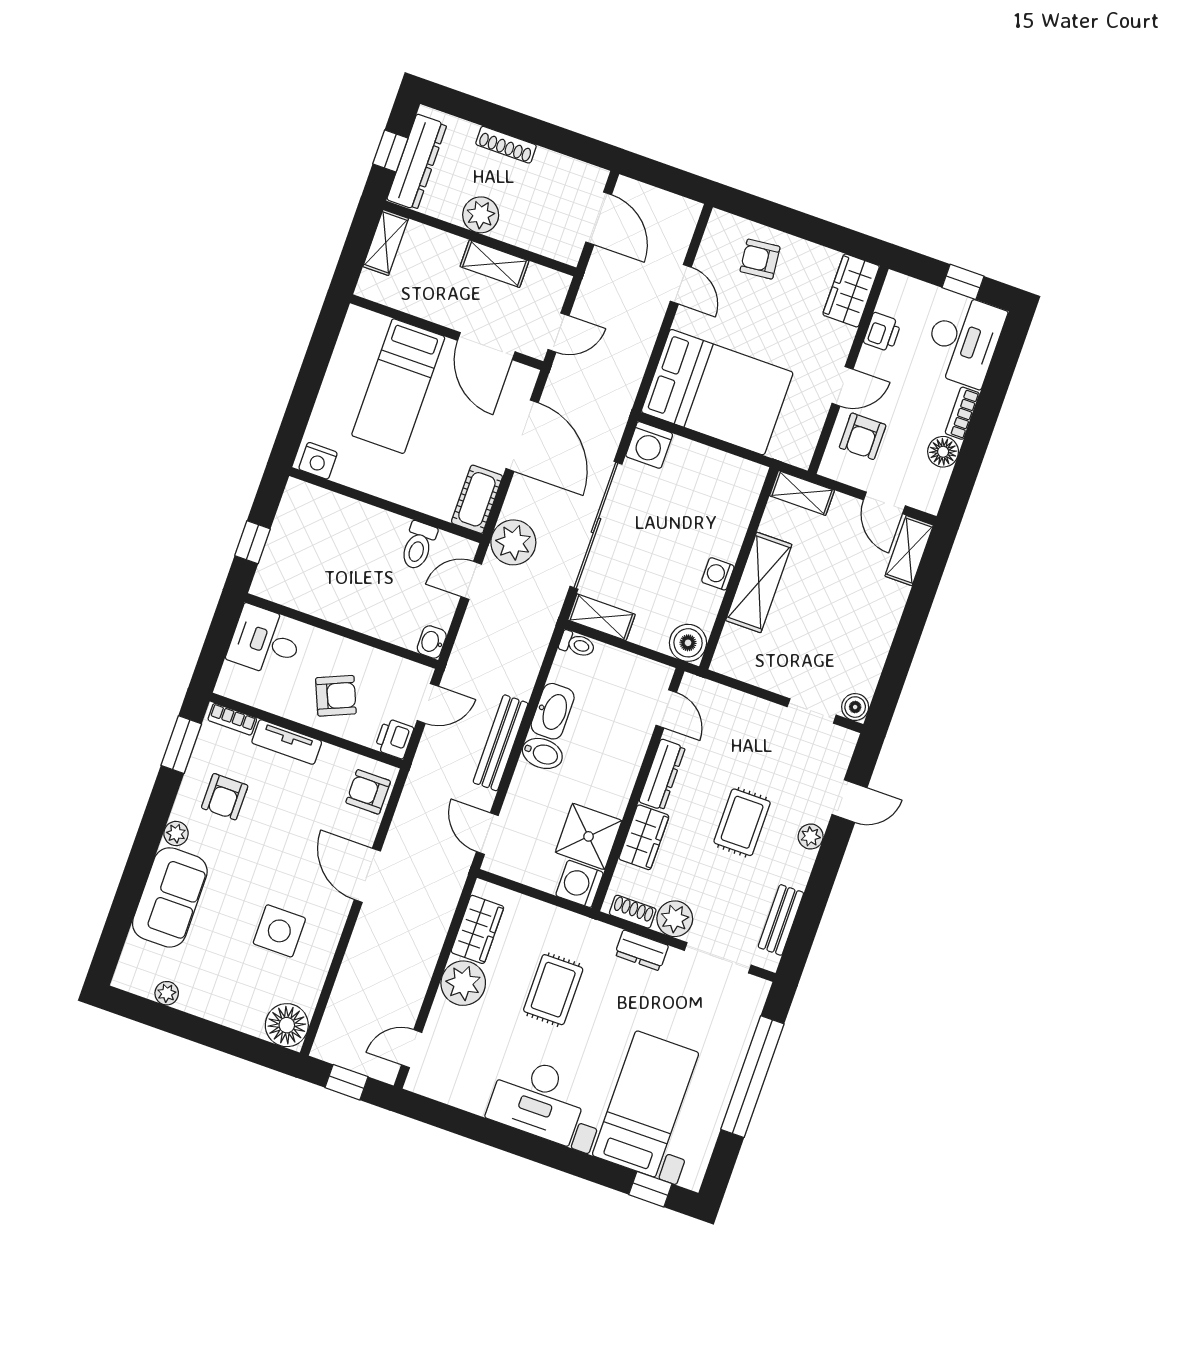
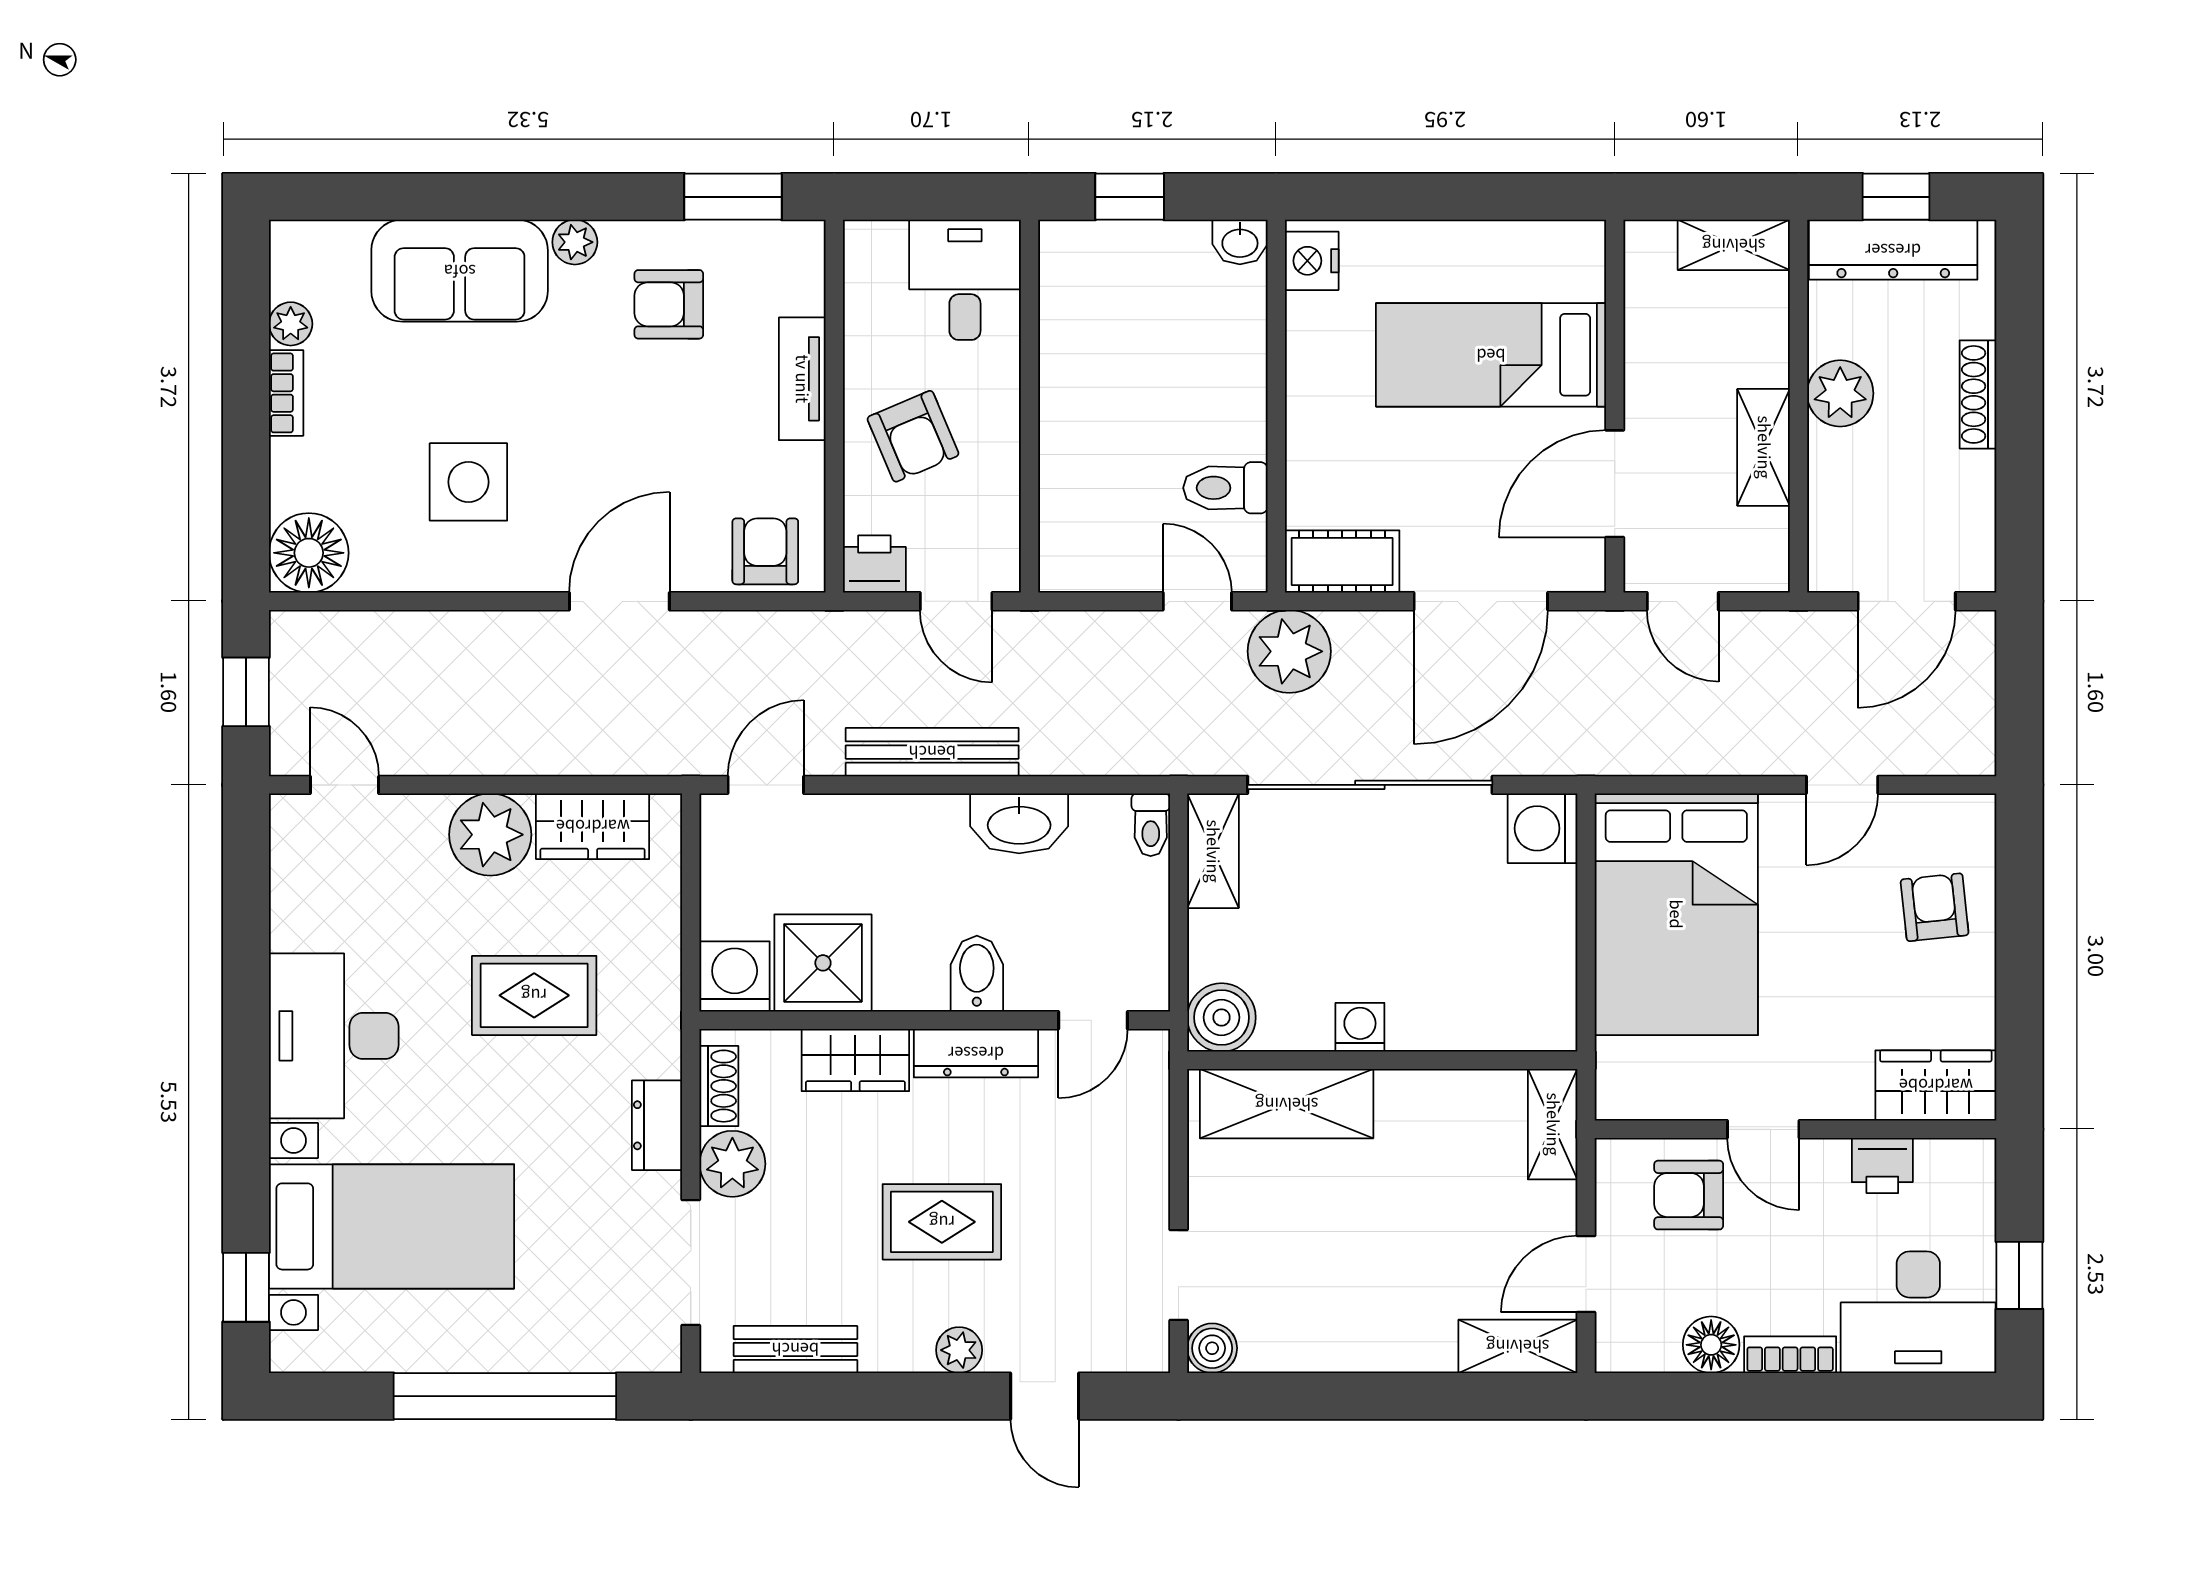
shelving: (759, 582) -> (1287, 1104), moved
washbasin: (432, 642) -> (1240, 242), moved, turned 180
bookcase: (232, 719) -> (286, 393), moved, turned 180
bidet: (542, 753) -> (977, 974), moved, turned 180

